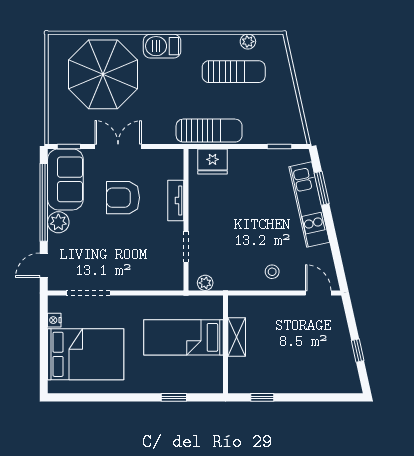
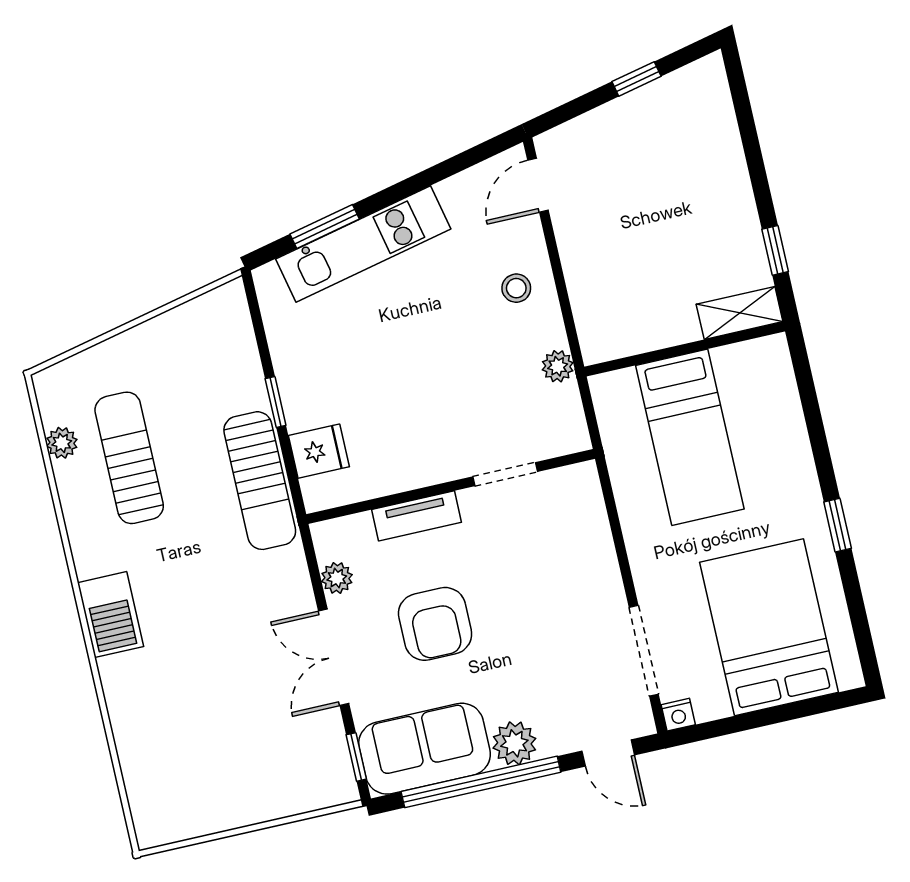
parasol: (103, 74) -> (195, 721), removed
sun lounger: (209, 131) -> (260, 481), turned 180
window: (280, 146) -> (276, 402), moved
plant: (155, 156) -> (337, 578), added
fridge: (213, 161) -> (319, 451), width x0.72
plant: (205, 283) -> (558, 366), moved
nightstand: (54, 320) -> (678, 715), moved
shelving: (237, 337) -> (740, 313), moved
window: (174, 397) -> (838, 525), moved

